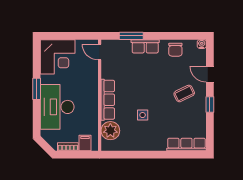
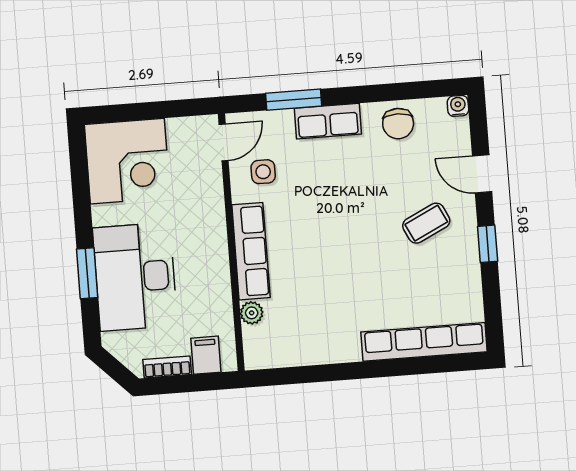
door: (100, 52) -> (224, 142), swing flipped
window: (37, 89) -> (87, 273), moved
side table: (143, 115) -> (263, 172), moved
plant: (110, 131) -> (252, 313), width x0.53, depth x0.53
row of seats: (186, 144) -> (424, 342), width x1.36

